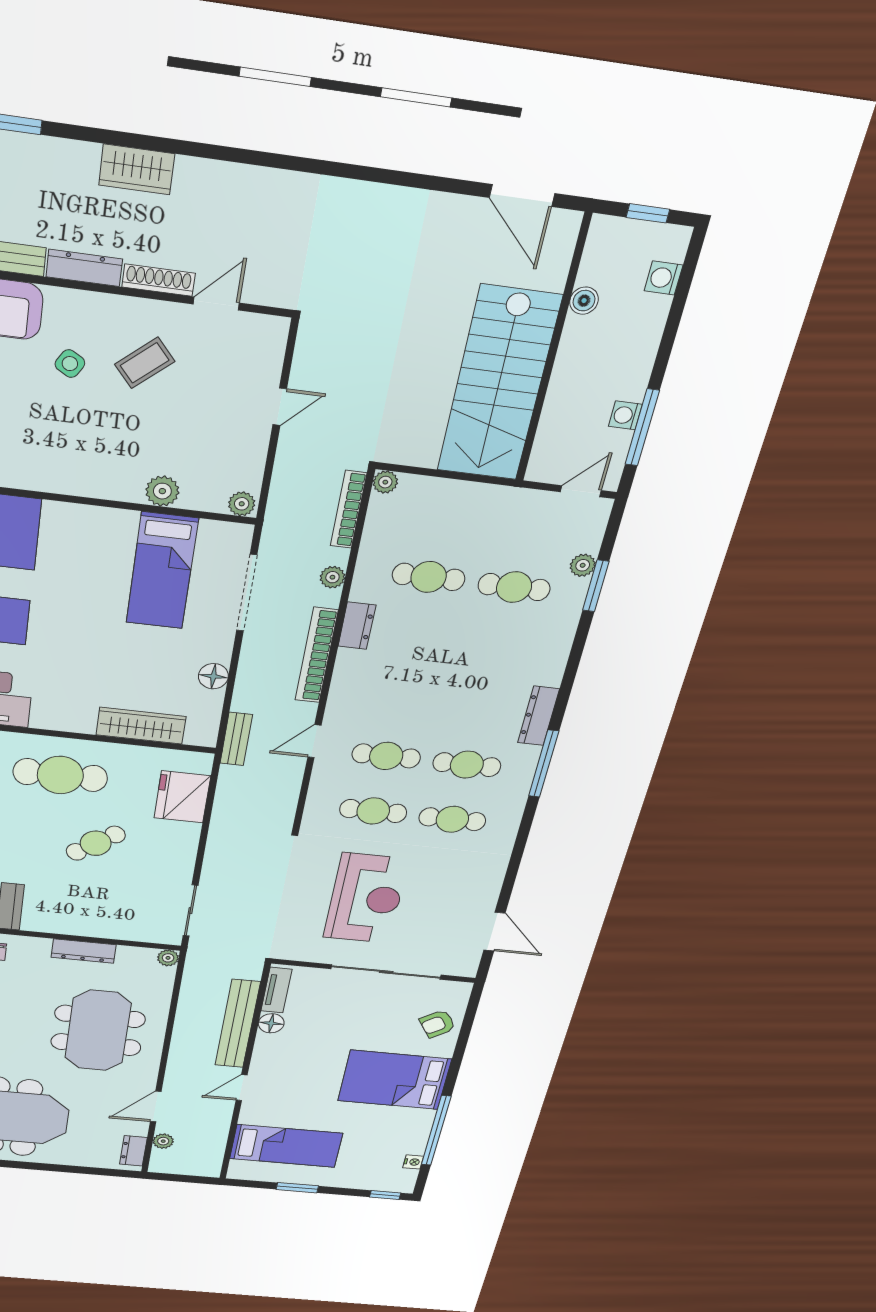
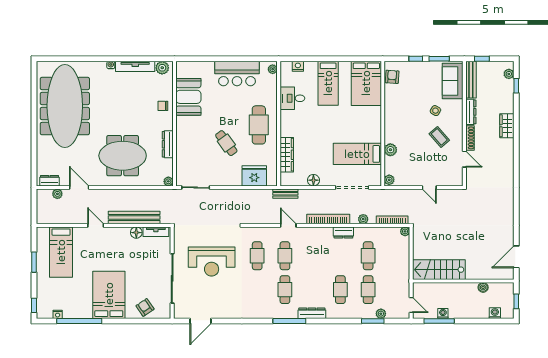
stairs: (499, 384) -> (439, 270), width x0.73, depth x0.66
cafe table: (452, 819) -> (340, 290), moved

